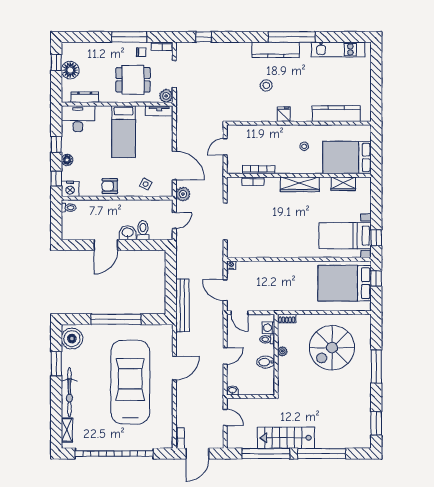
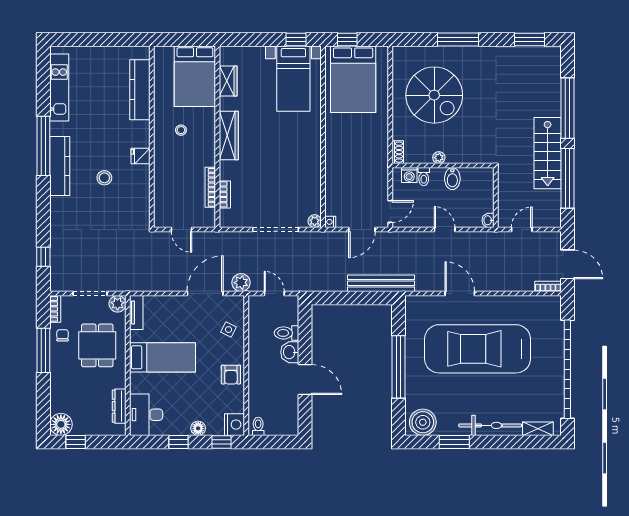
floor lamp: (70, 70) -> (61, 424), moved
plant: (232, 253) -> (315, 221), added

